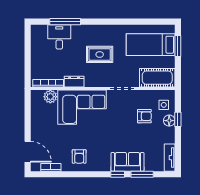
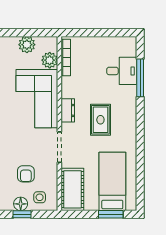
dresser: (74, 82) -> (68, 110), moved
plant: (37, 115) -> (27, 45), added

